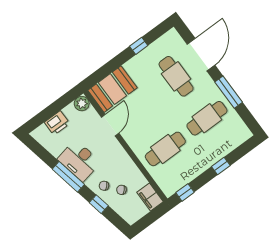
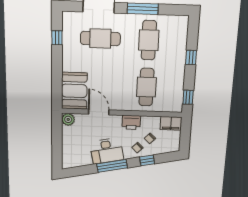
window: (139, 46) -> (57, 38), moved
printer: (57, 123) -> (131, 122), moved, turned 90

